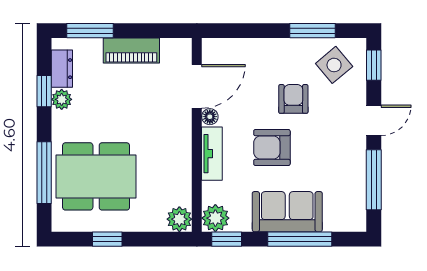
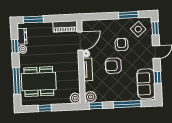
piano: (131, 51) -> (65, 26), moved
window: (374, 180) -> (157, 77), width x0.46
sofa: (287, 212) -> (146, 84), moved, turned -90

